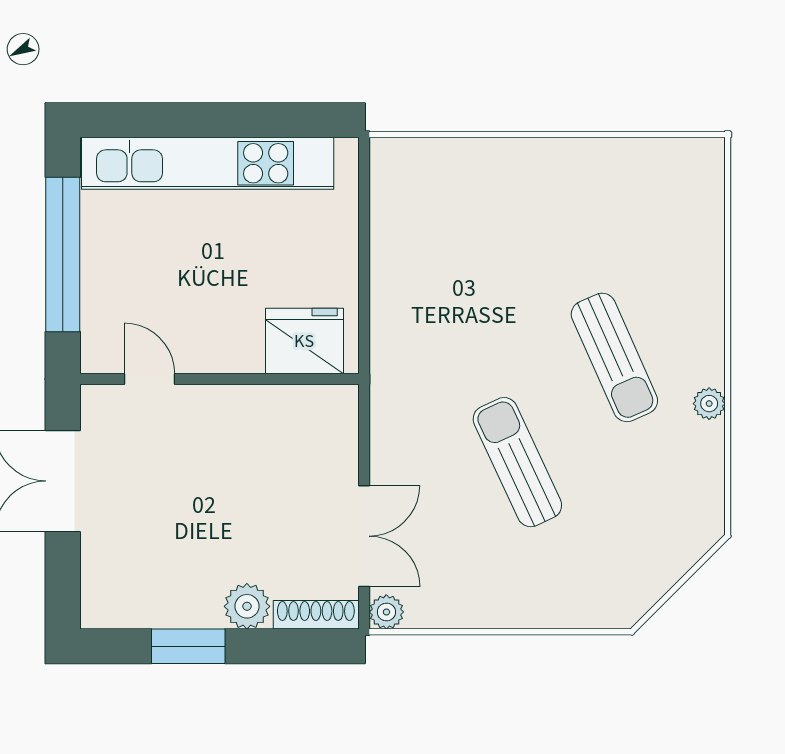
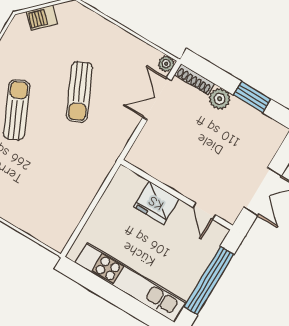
fridge: (304, 341) -> (156, 203), moved
barbecue: (671, 559) -> (42, 18), added

